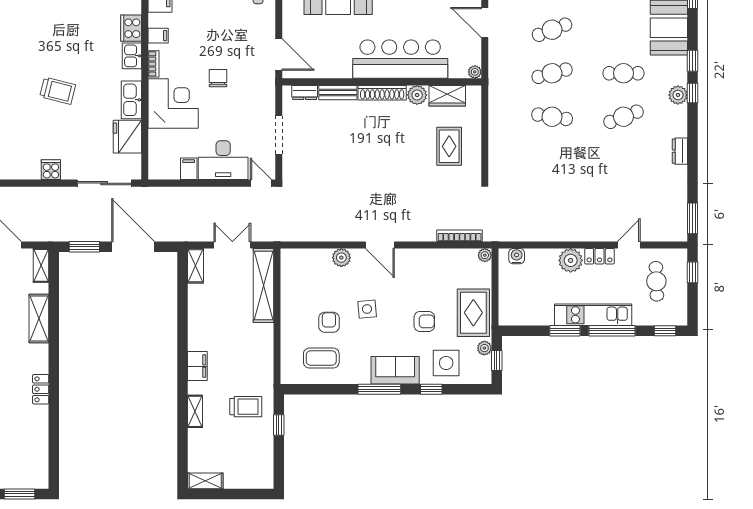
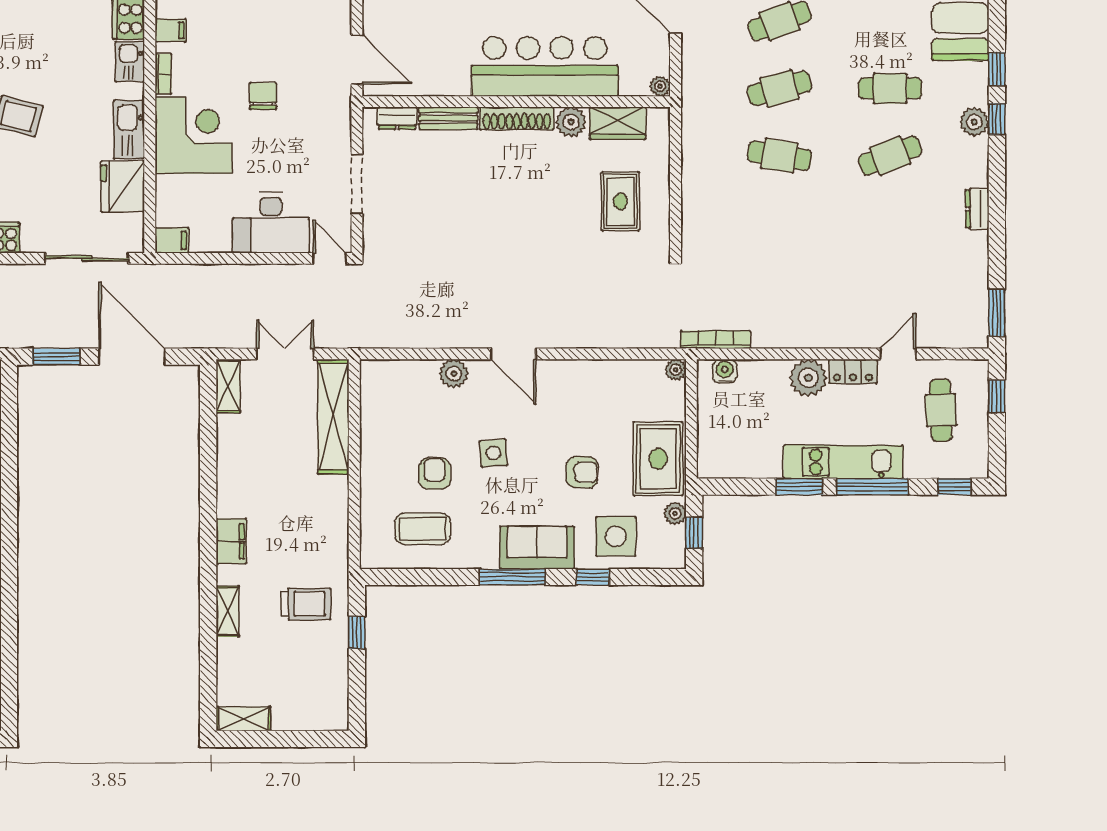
filing cabinet: (189, 169) -> (172, 240), moved, turned 90
bookcase: (460, 236) -> (715, 340), moved

